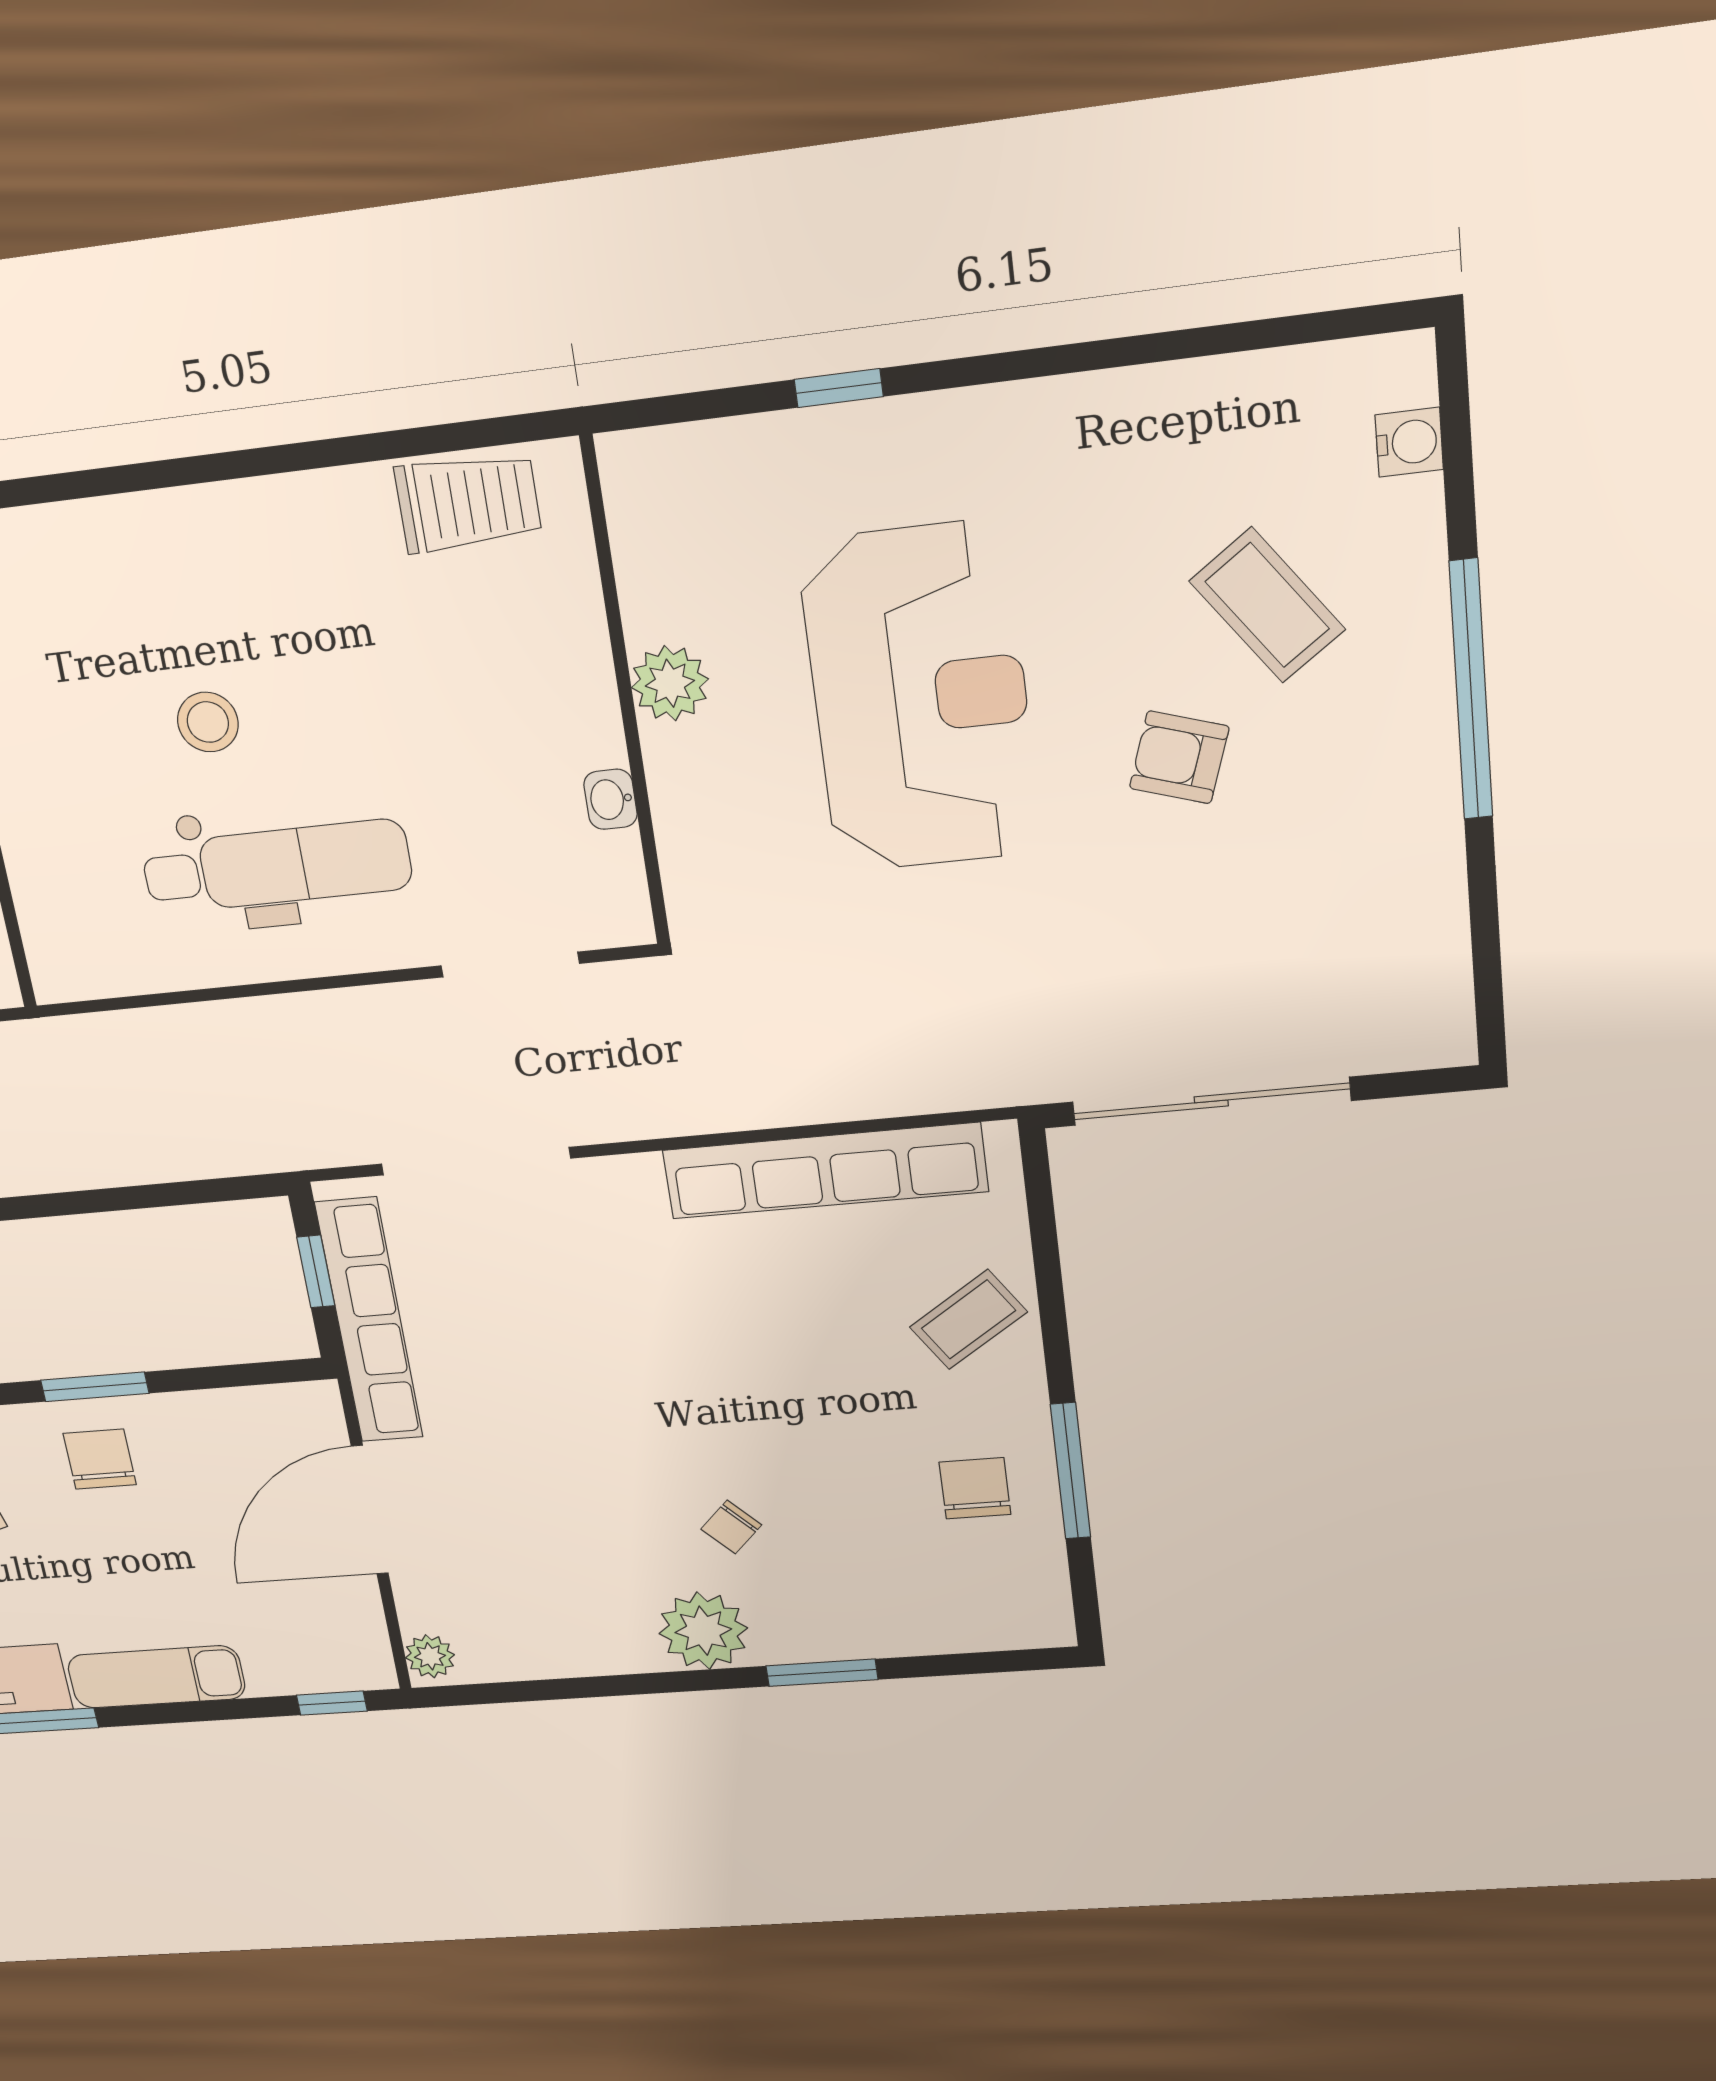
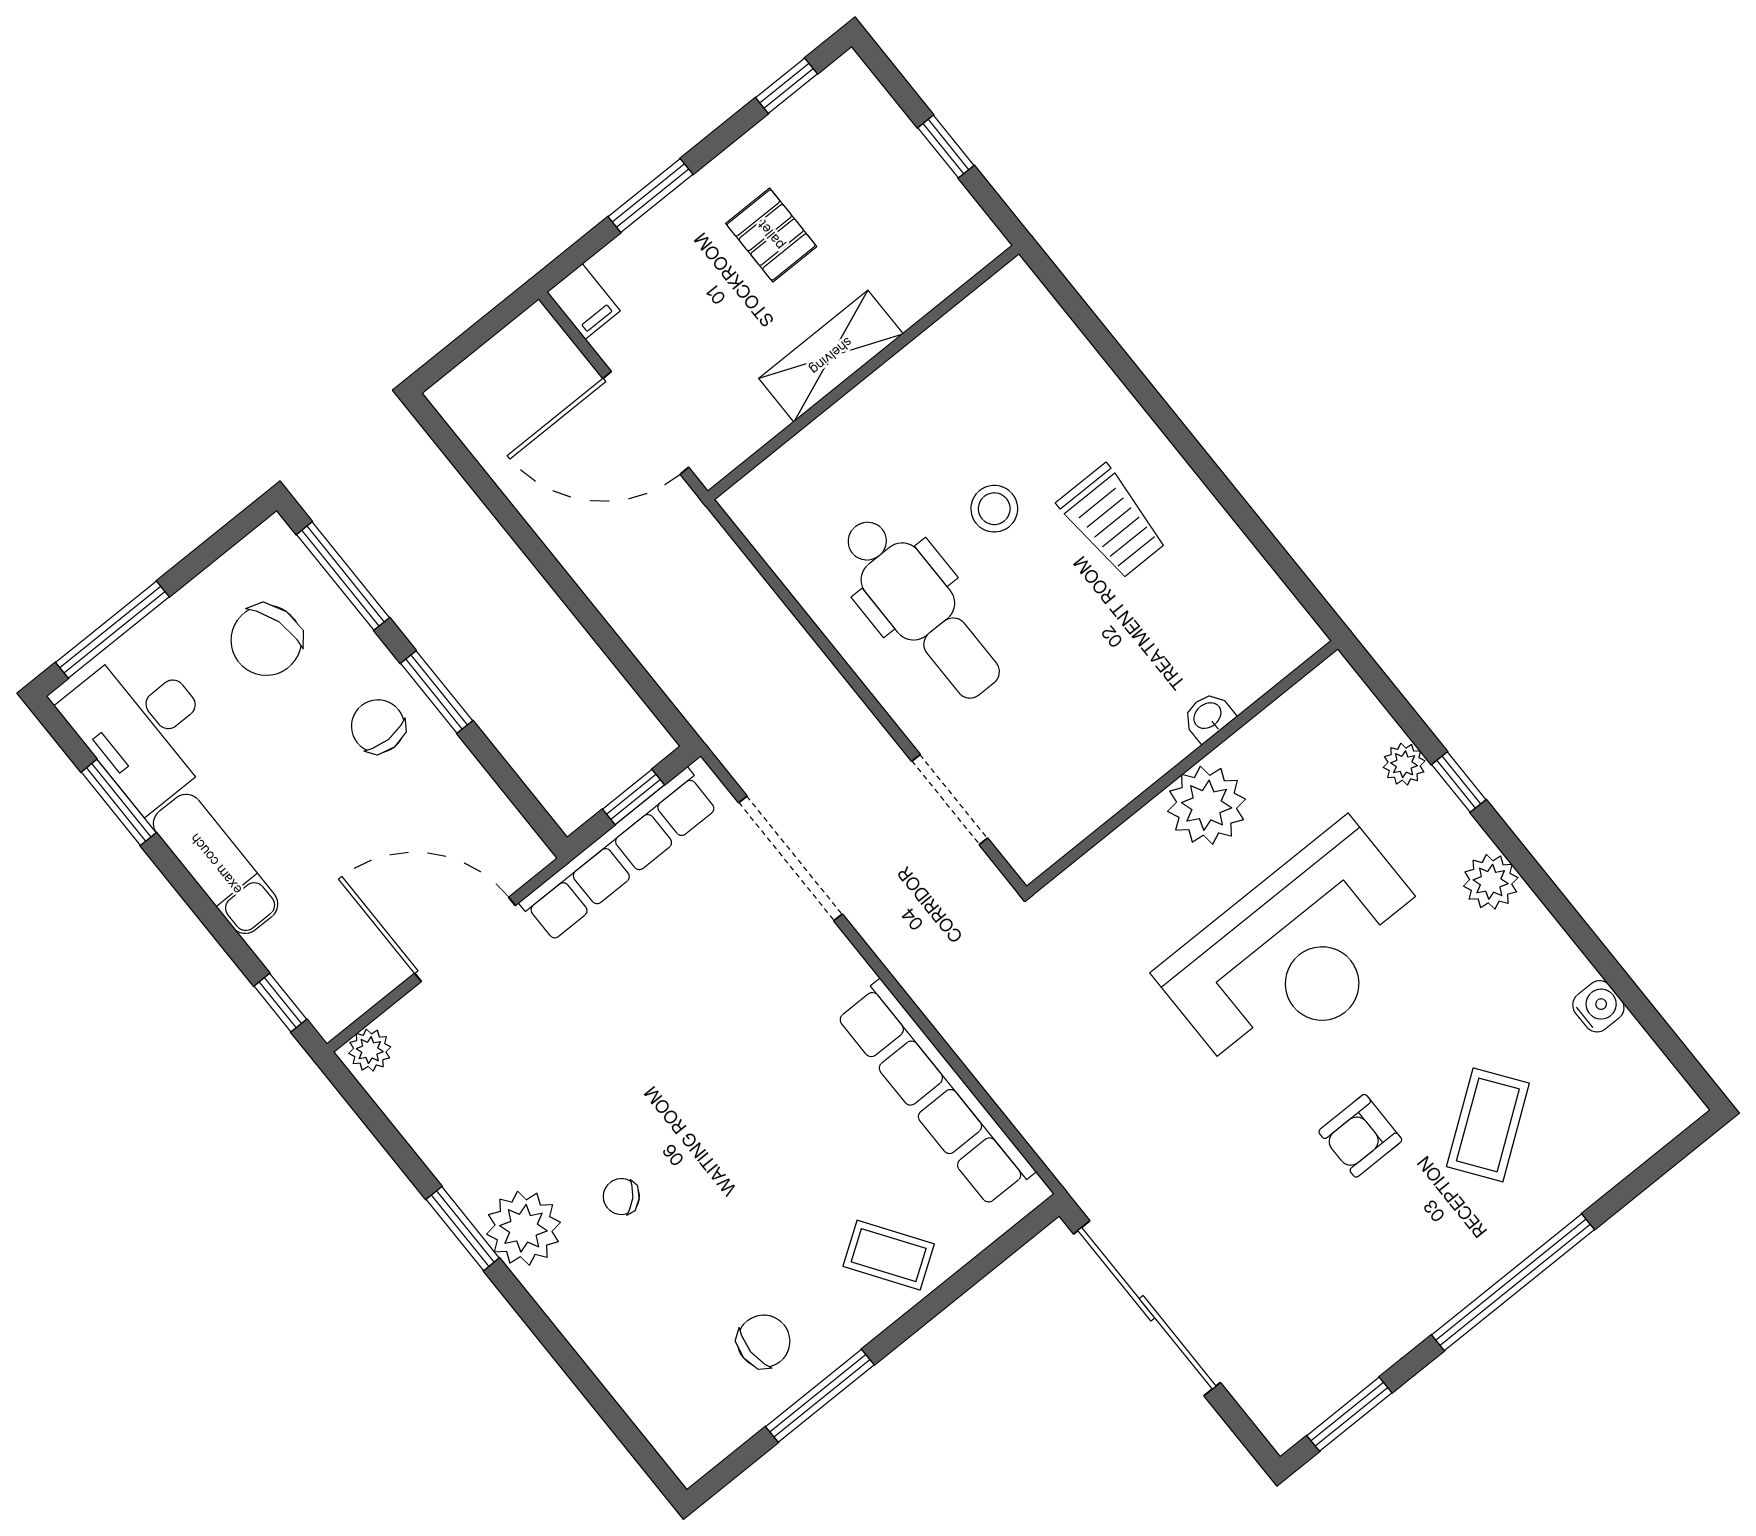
plant: (982, 424) -> (1491, 882), added
plant: (777, 440) -> (1404, 764), added
water cooler: (1409, 442) -> (1598, 1006), moved, turned -90
trolley: (468, 503) -> (1112, 522), moved
plant: (670, 683) -> (1207, 805), width x1.36, depth x1.36
armchair: (1179, 757) -> (1360, 1136), turned -108
washbasin: (610, 799) -> (1208, 716), moved
window: (1487, 963) -> (1349, 1414), added
chair: (100, 1459) -> (378, 726), turned -90
window: (822, 1673) -> (463, 1229), moved

